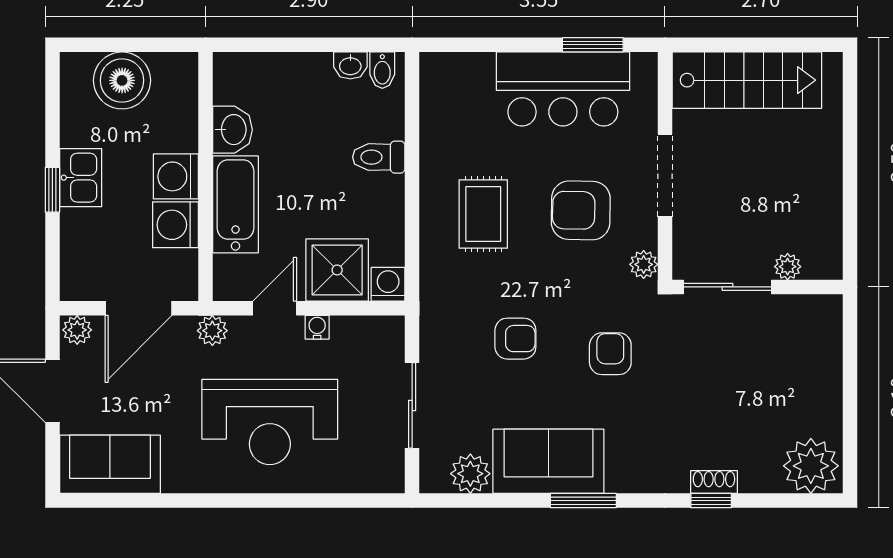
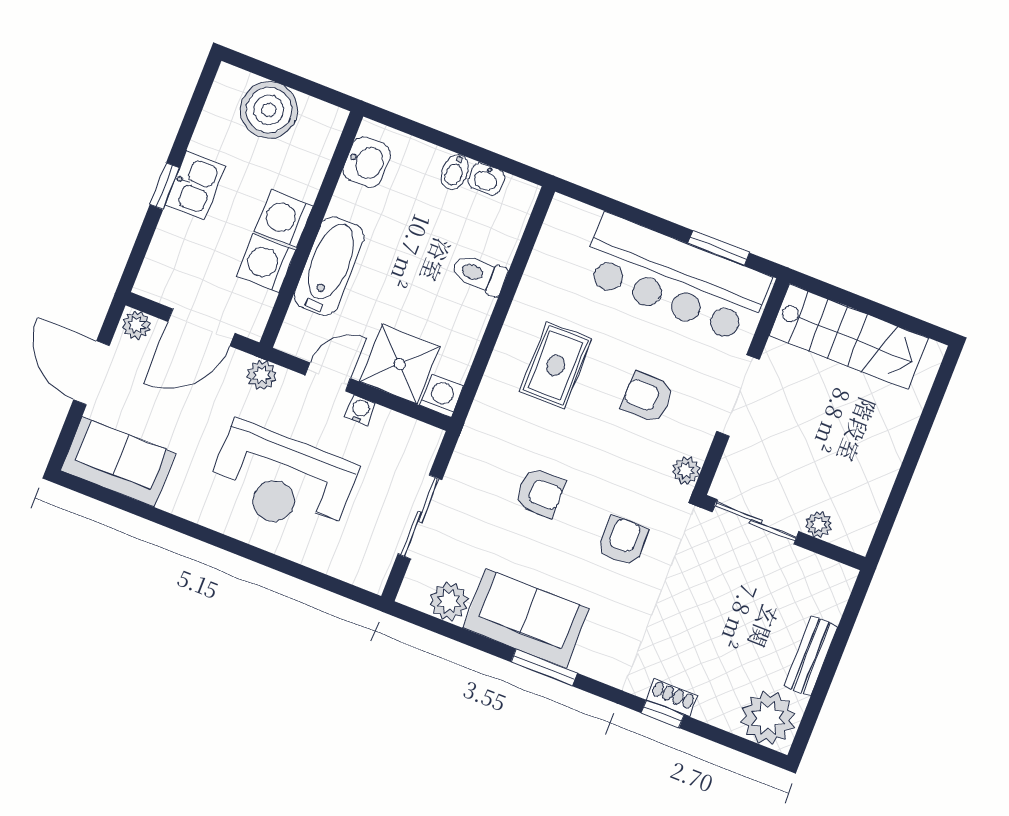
bidet: (382, 70) -> (455, 172), moved
bar counter: (563, 89) -> (675, 278), width x1.36
washbasin: (233, 130) -> (367, 162), moved
armchair: (581, 210) -> (647, 397), width x0.72, depth x0.72
bench: (829, 392) -> (811, 656), added

